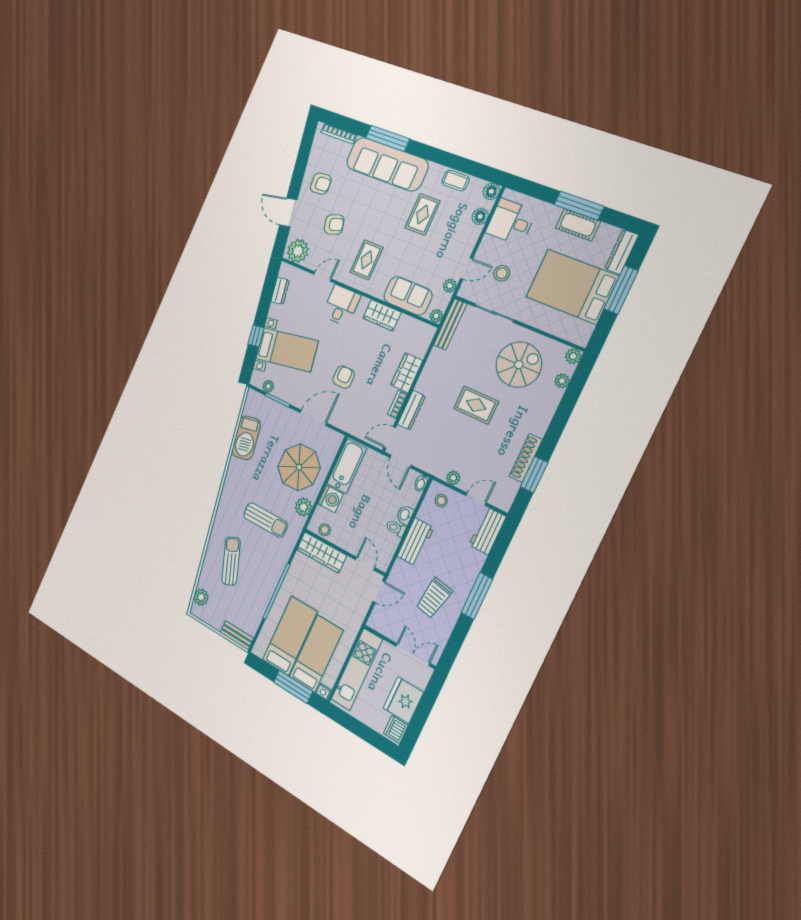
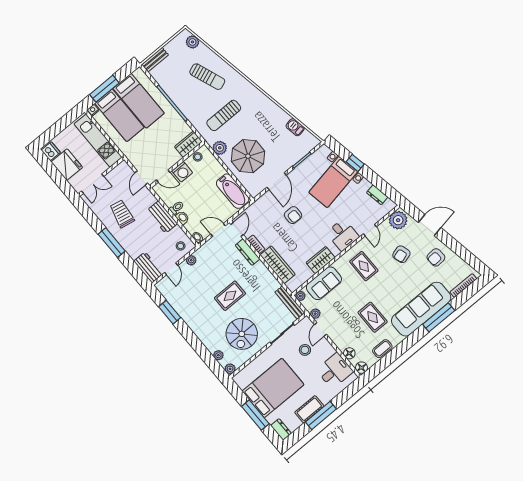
dresser: (622, 252) -> (281, 429), width x0.70
wardrobe: (407, 373) -> (278, 265), width x1.50
plant: (268, 386) -> (315, 157), removed
barbecue: (246, 438) -> (295, 127), width x0.53, depth x0.65
shoe rack: (526, 458) -> (182, 312), removed
washing machine: (331, 499) -> (182, 172), moved, turned -90
wardrobe: (322, 553) -> (188, 144), width x0.67

